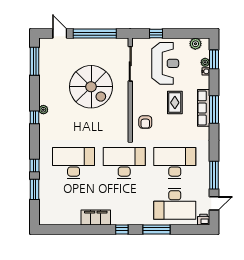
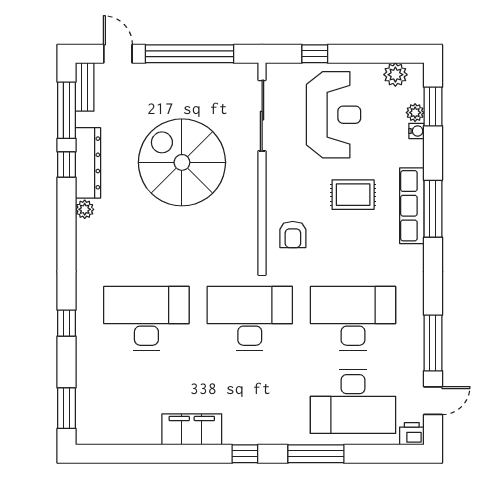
bench: (43, 50) -> (85, 87), added
dresser: (45, 87) -> (88, 163), added
spiral stairs: (91, 87) -> (182, 162), turned 180
rug: (175, 103) -> (353, 195), turned 90
window: (34, 117) -> (66, 165), moved
window: (34, 189) -> (66, 408), moved

